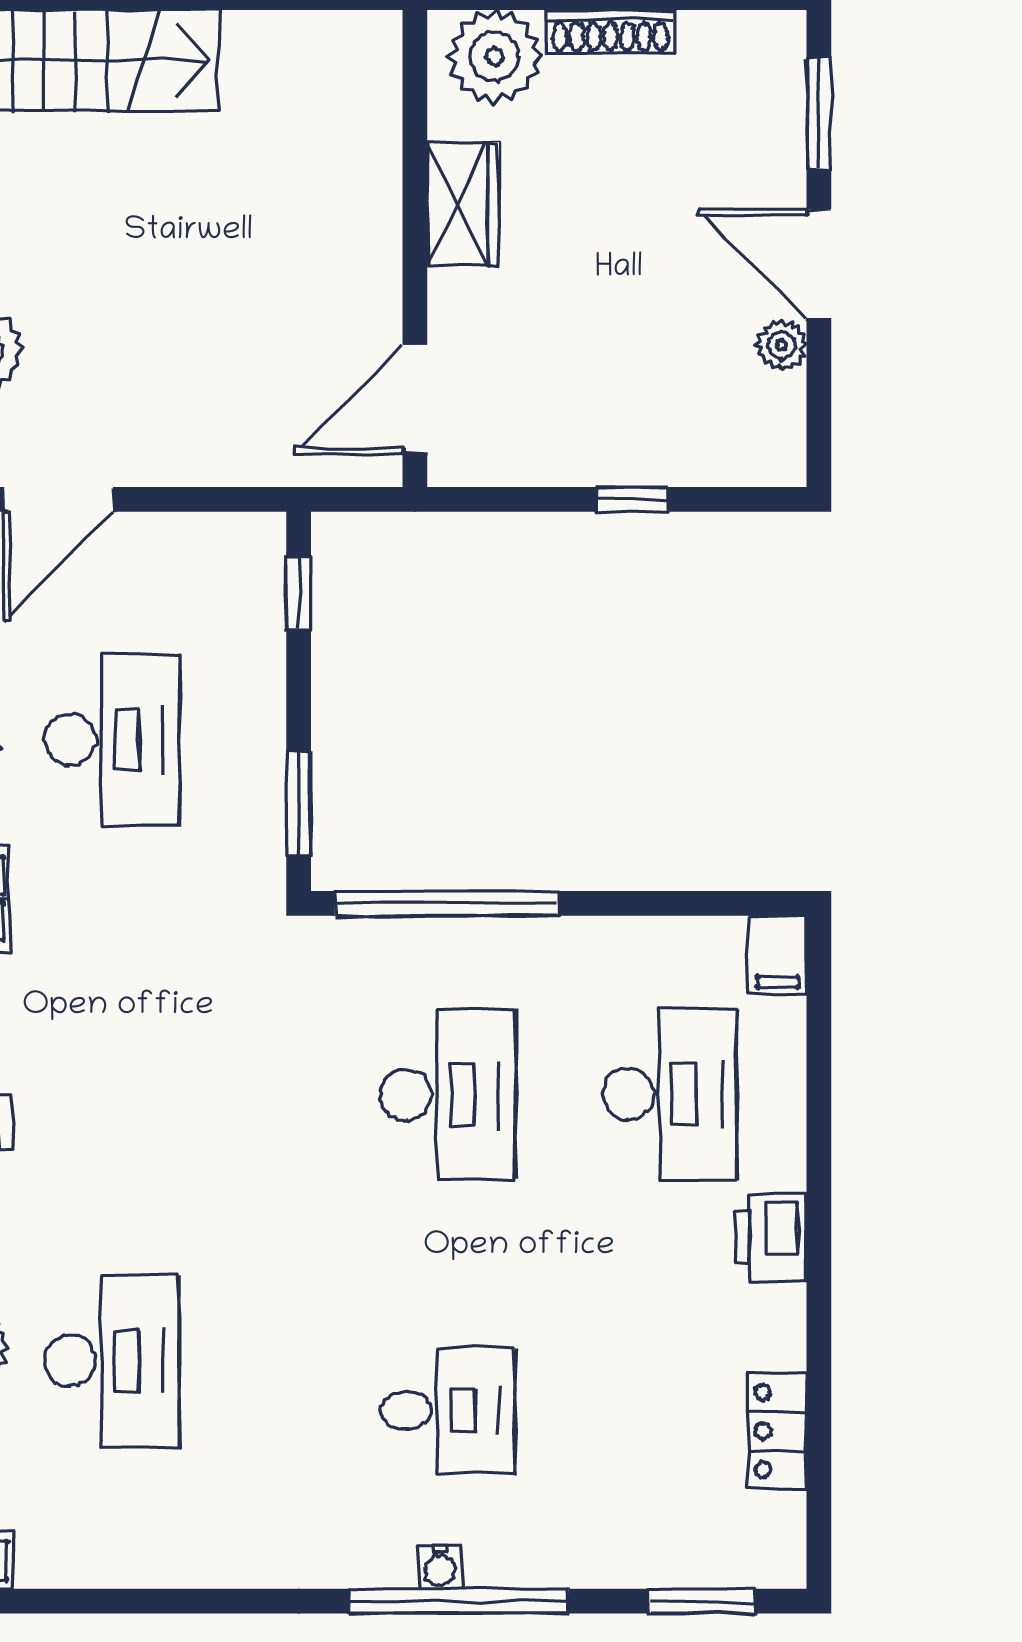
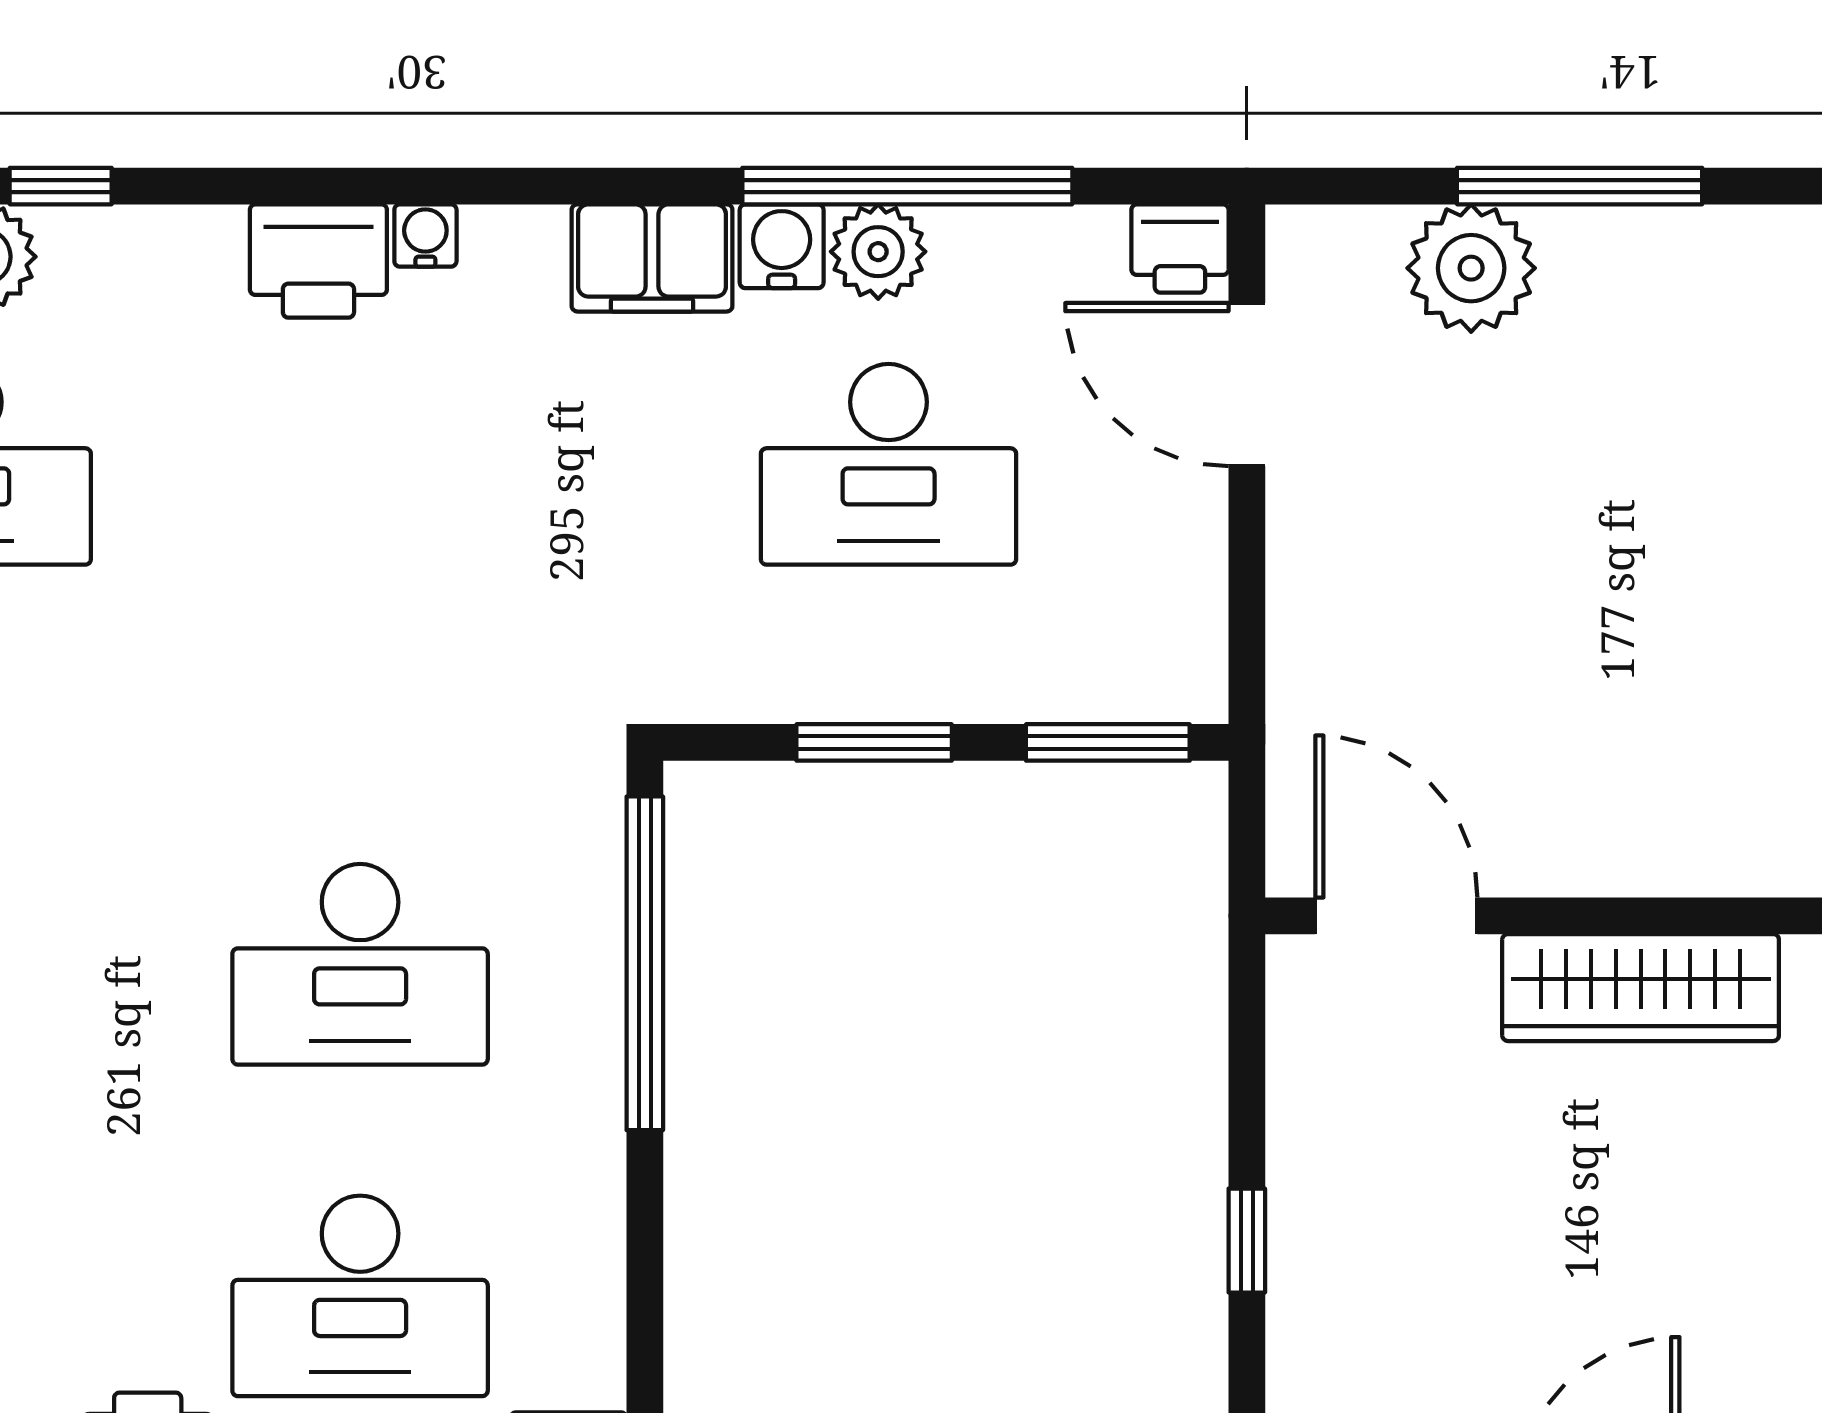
wardrobe: (463, 204) -> (1641, 988), width x1.50
window: (299, 593) -> (1108, 742), width x1.50
window: (299, 803) -> (874, 742), moved

